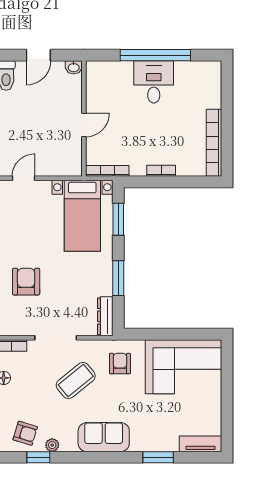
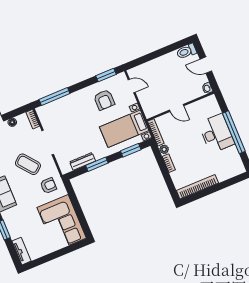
desk: (154, 82) -> (216, 133), width x1.37
plant: (138, 169) -> (164, 149), added
armchair: (26, 282) -> (104, 100), moved, turned 90
dresser: (105, 316) -> (83, 161), moved

